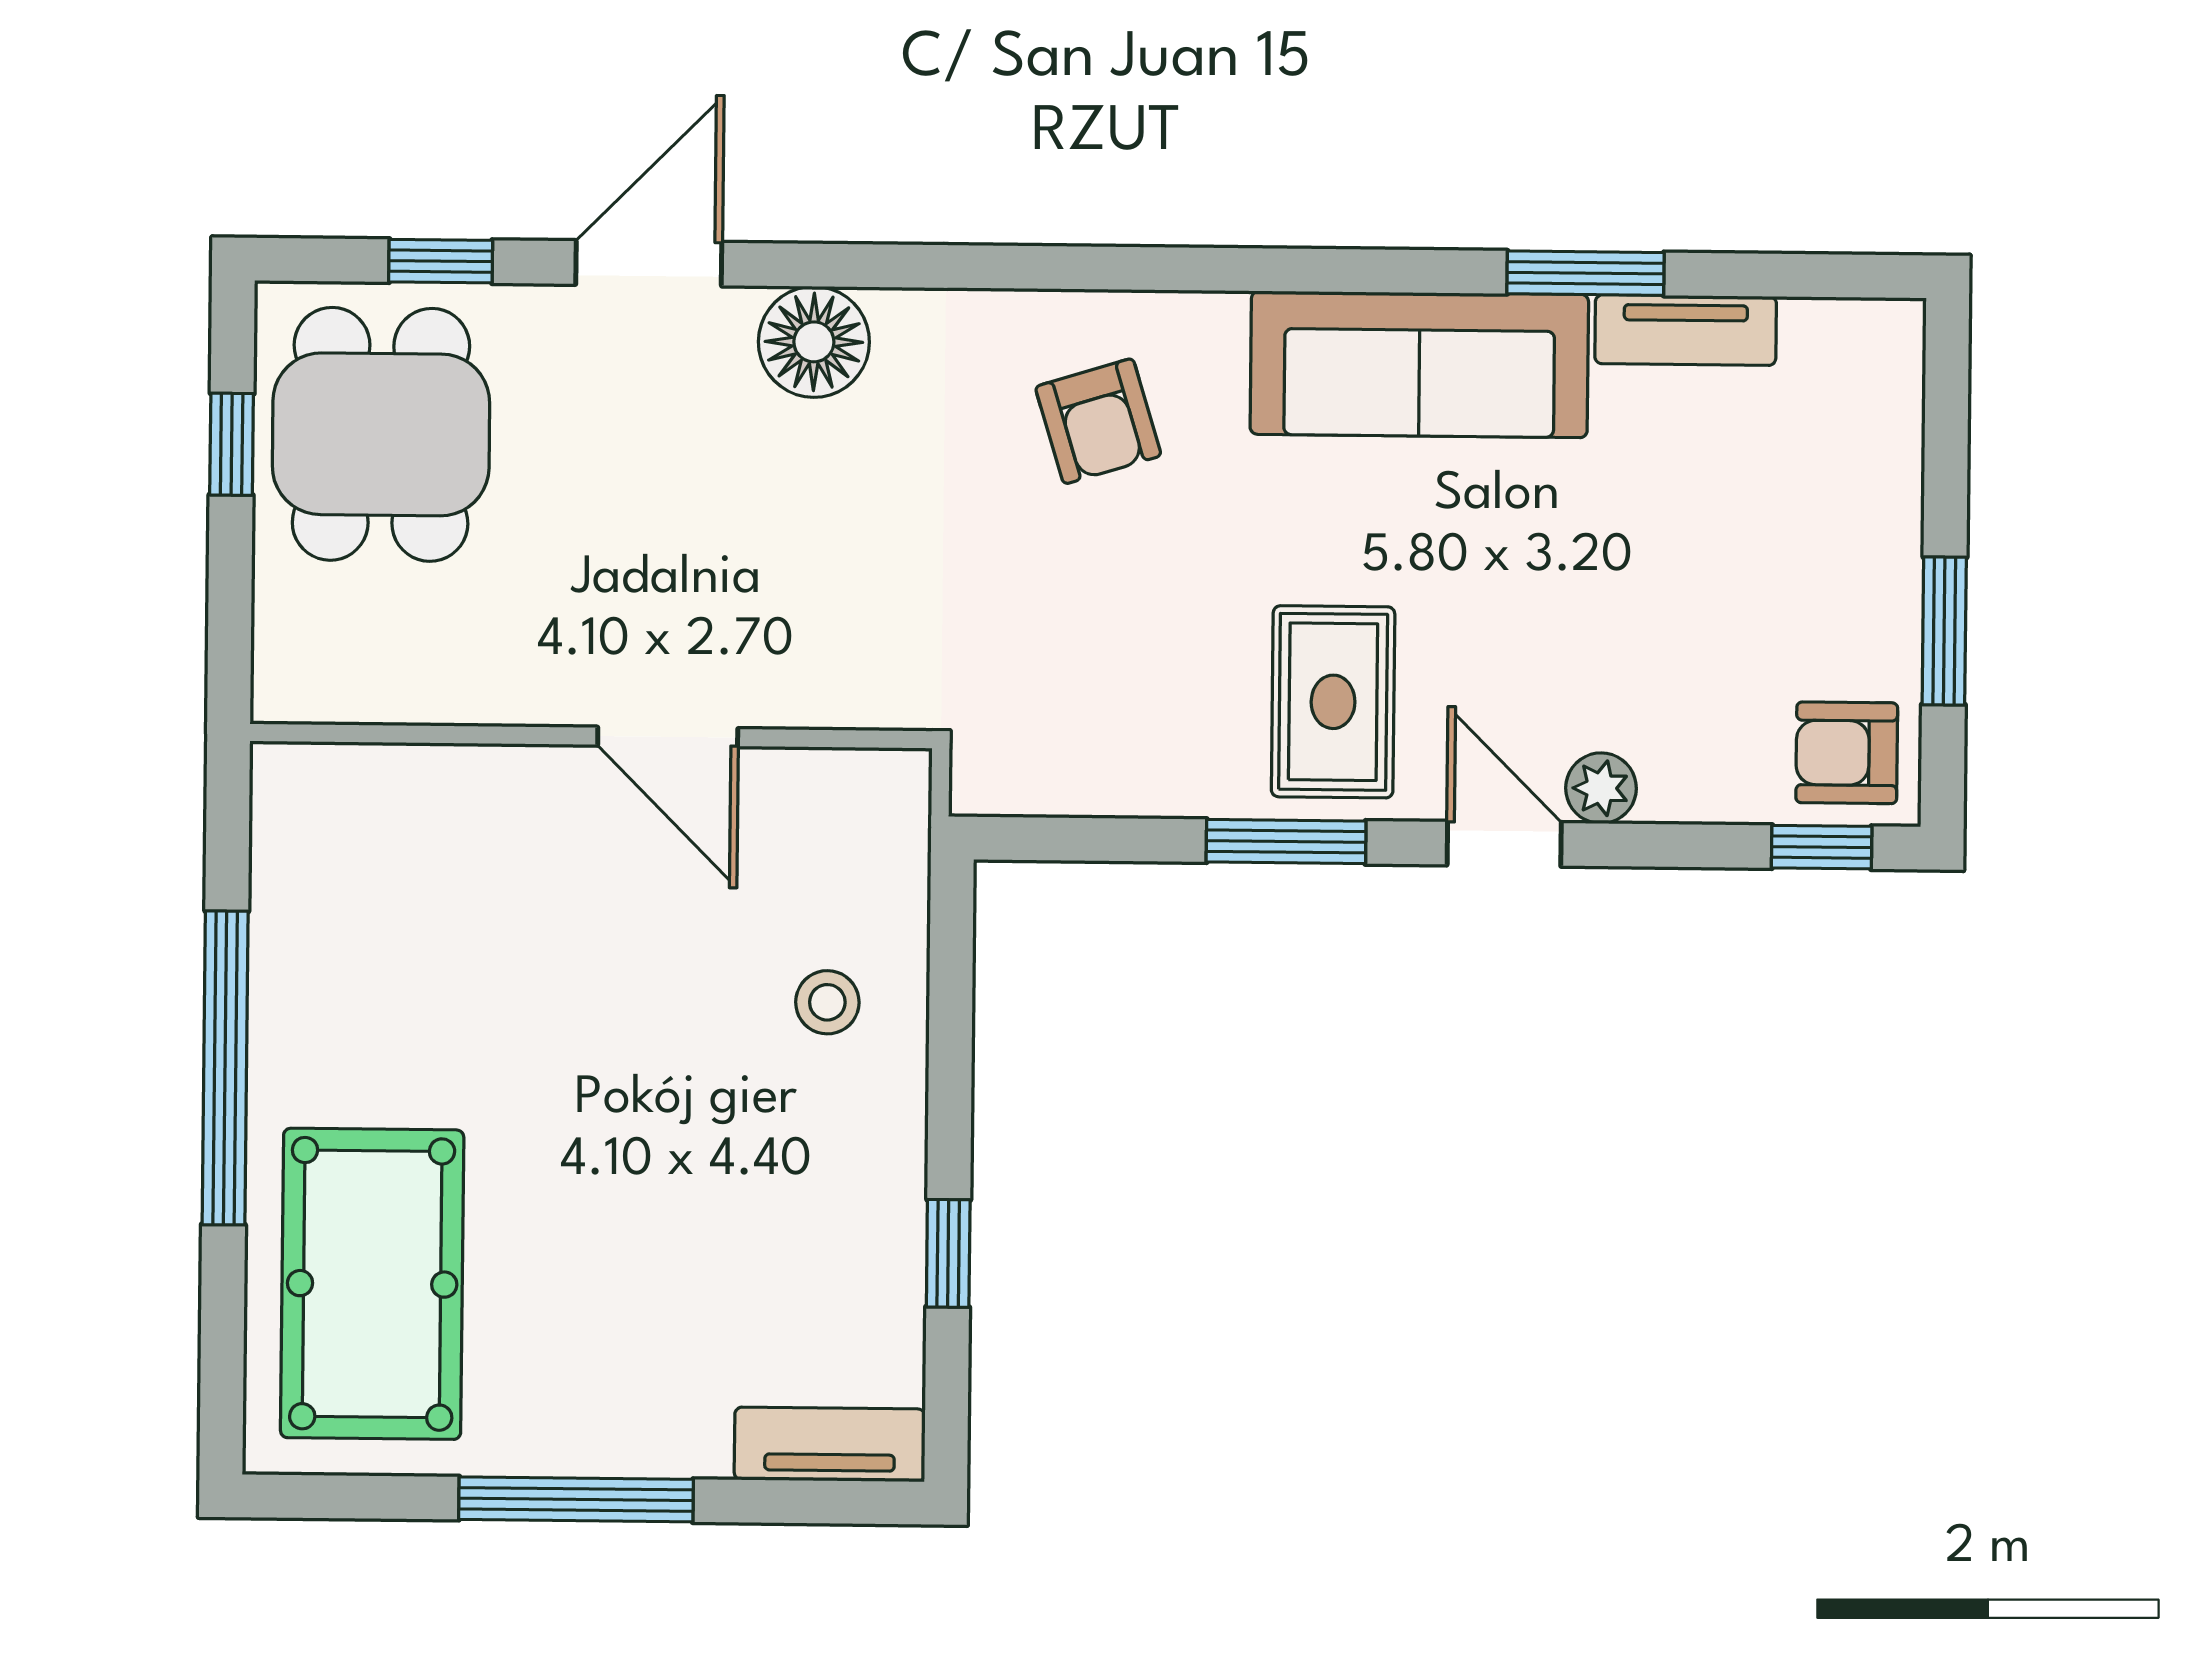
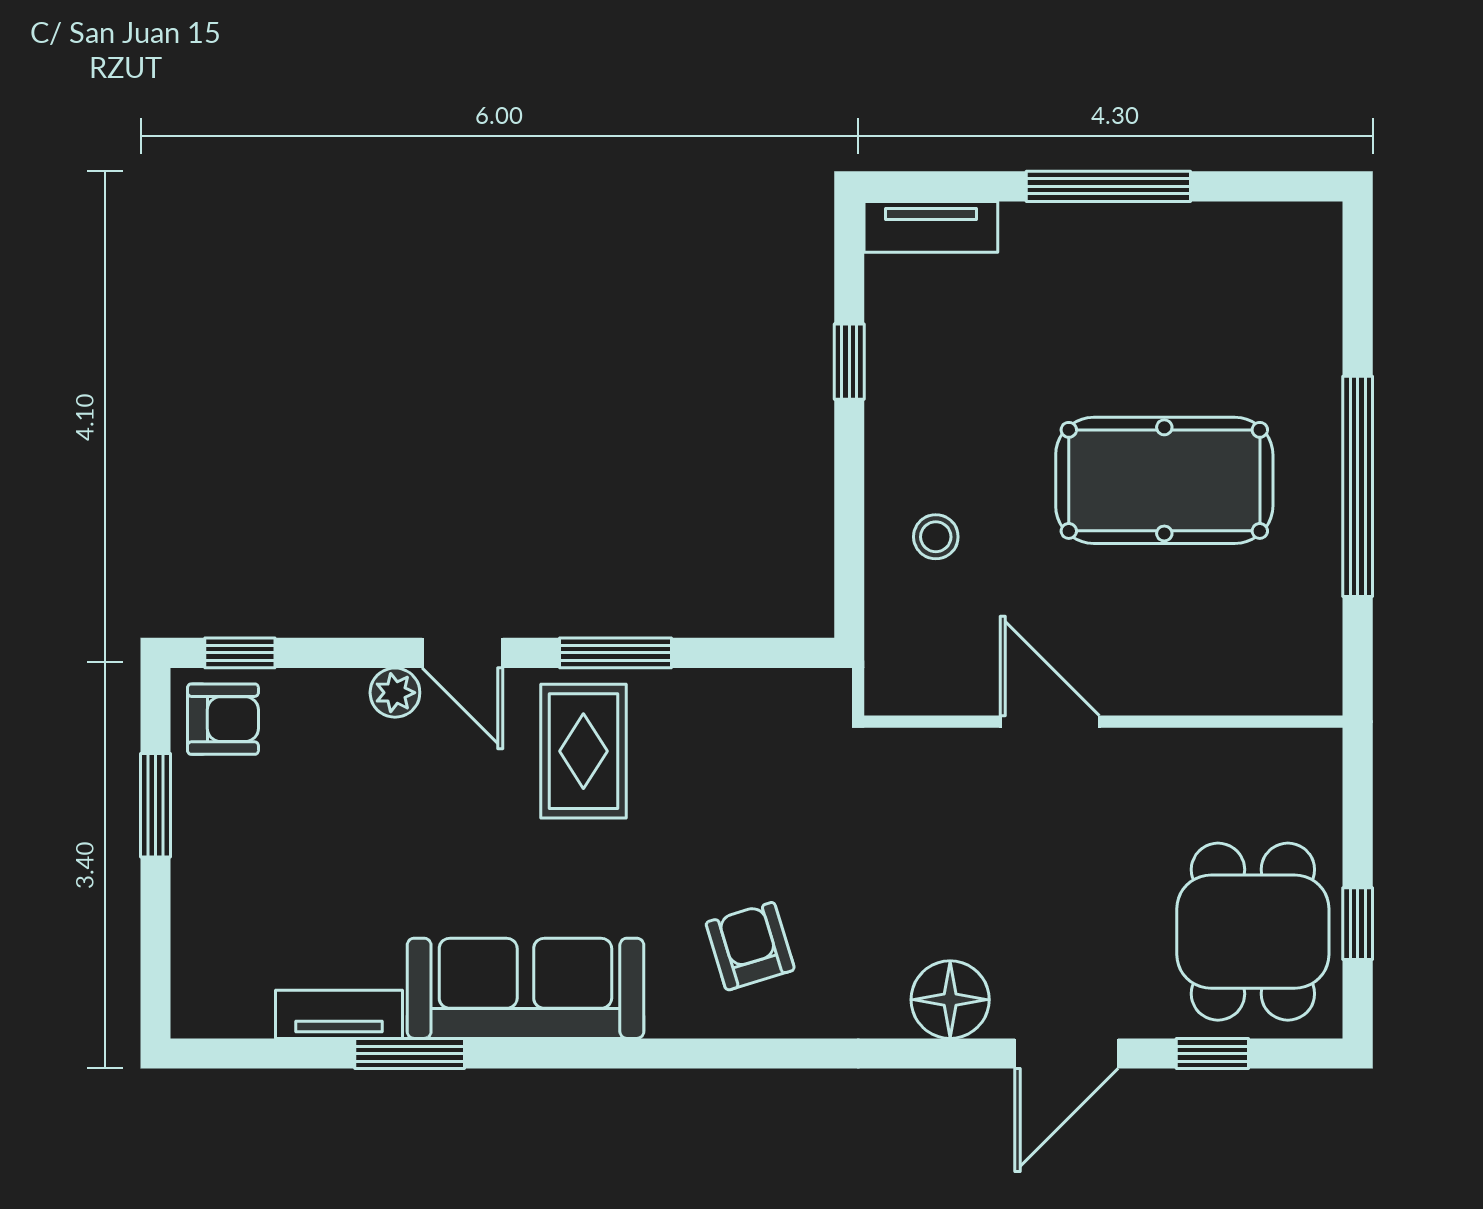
pool table: (372, 1284) -> (1164, 480), moved, turned 90

